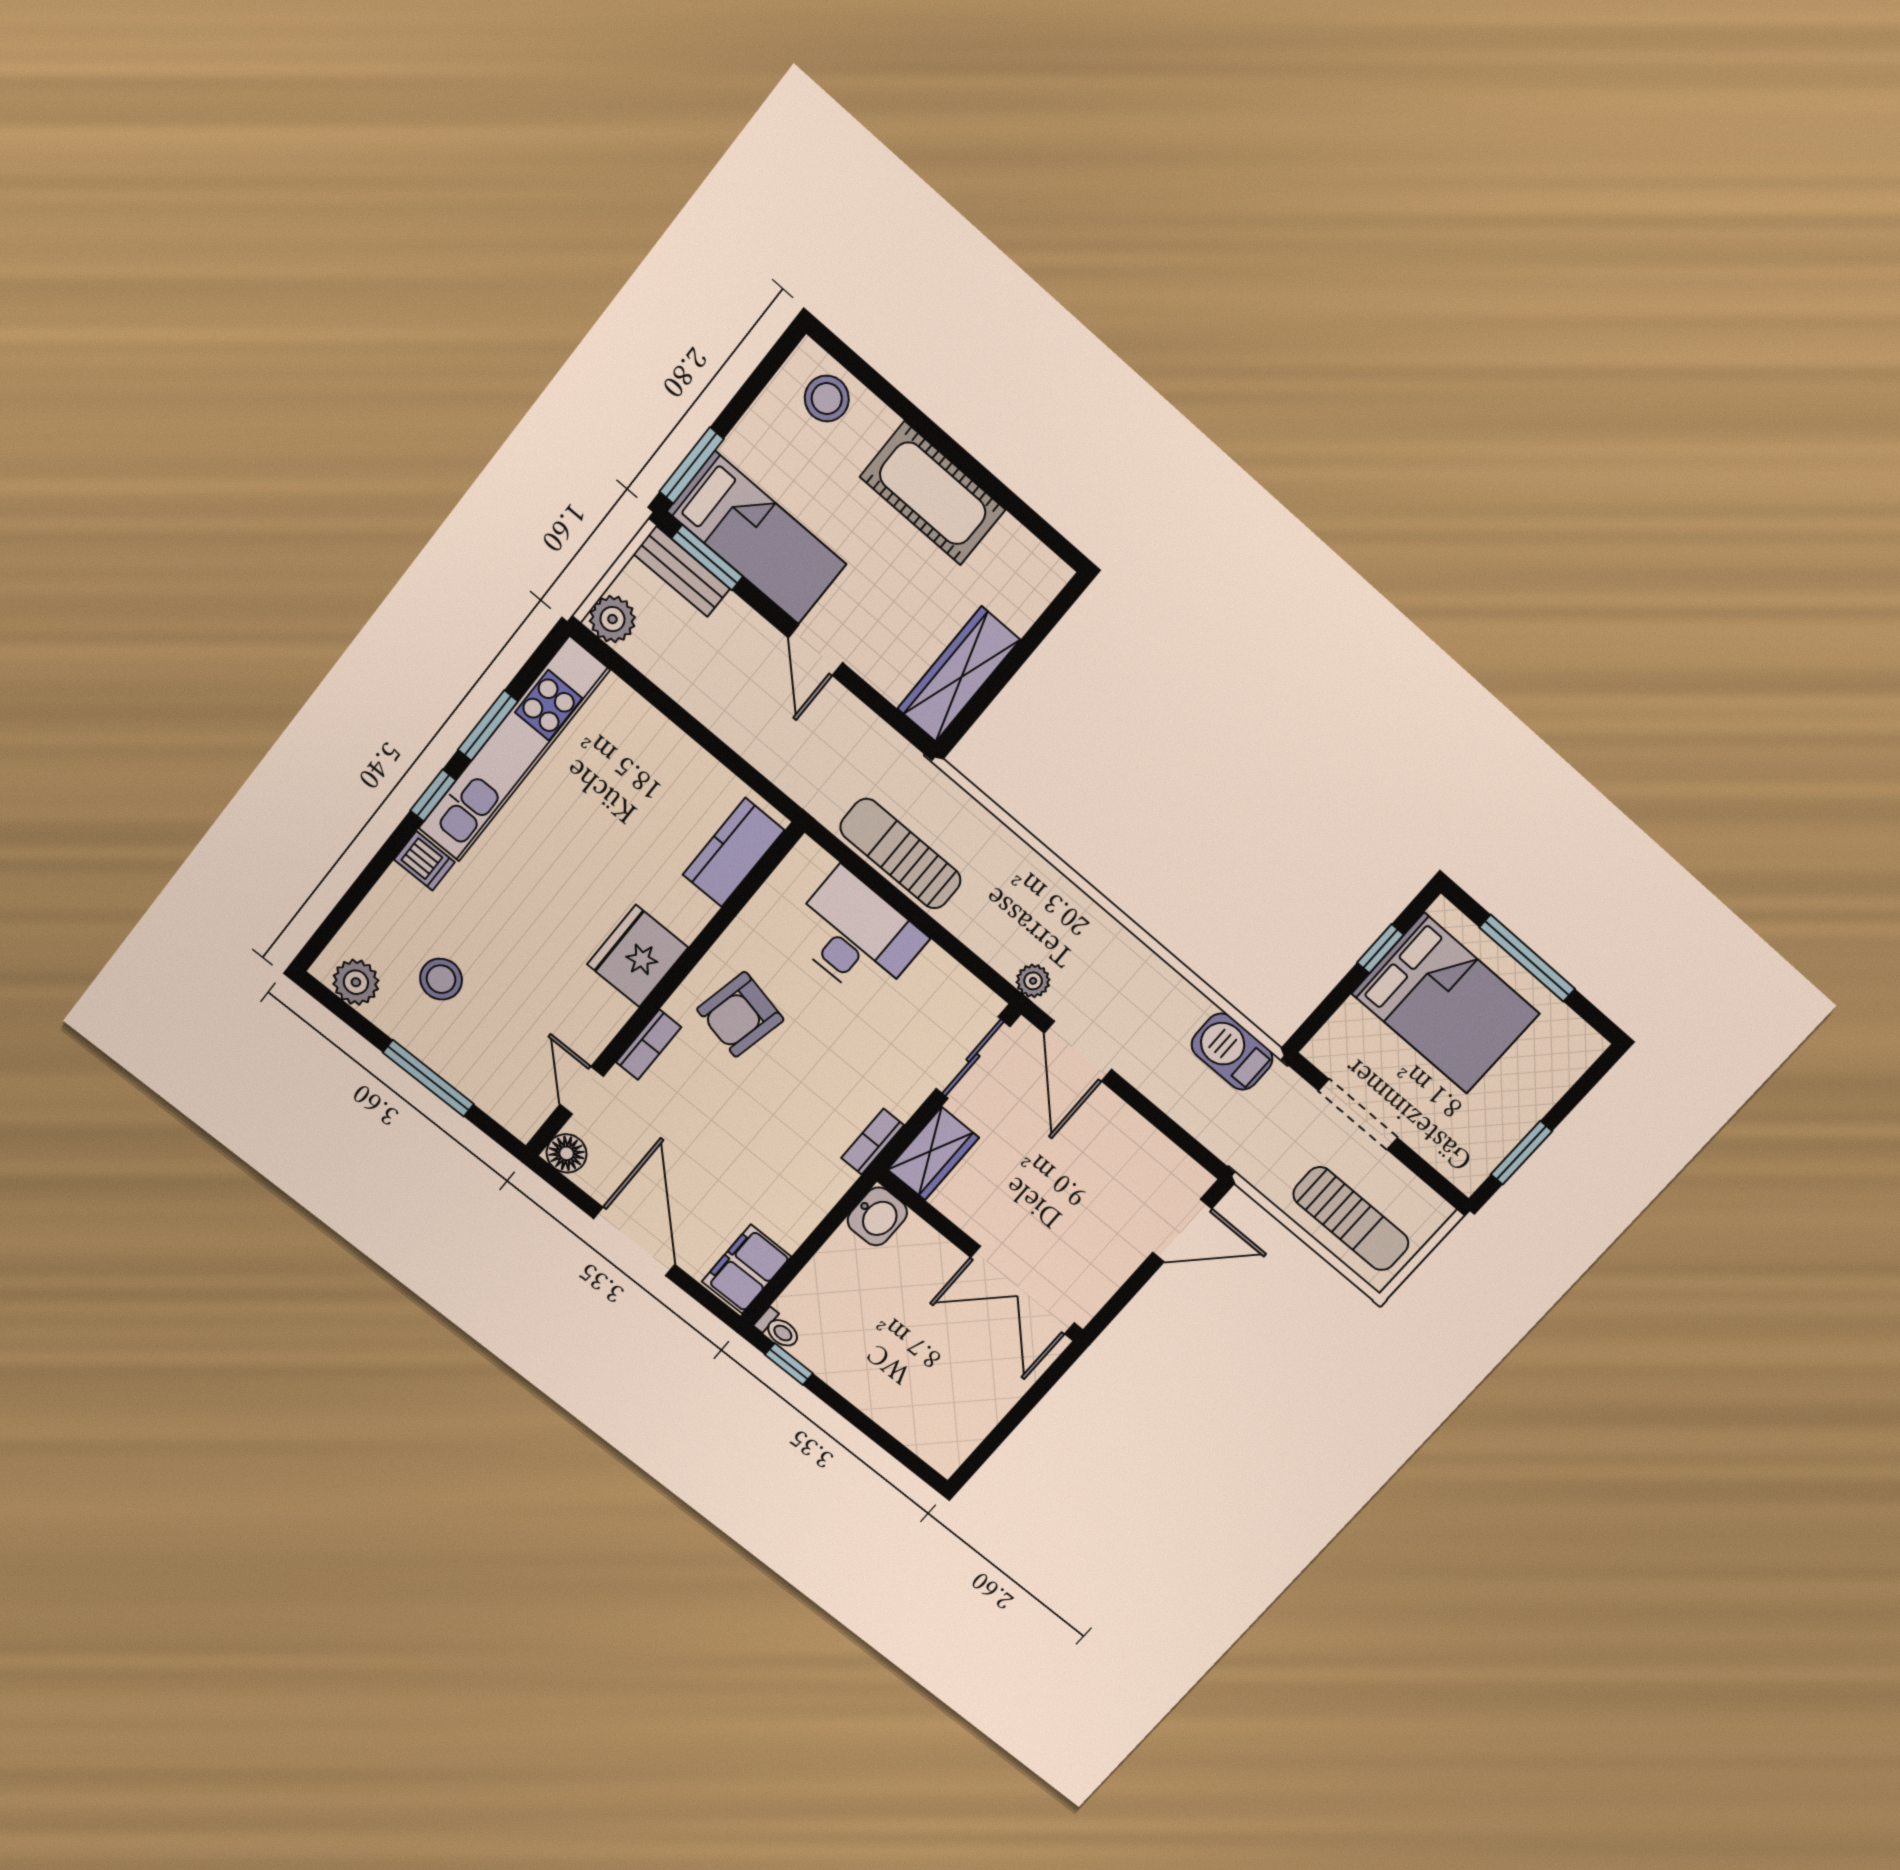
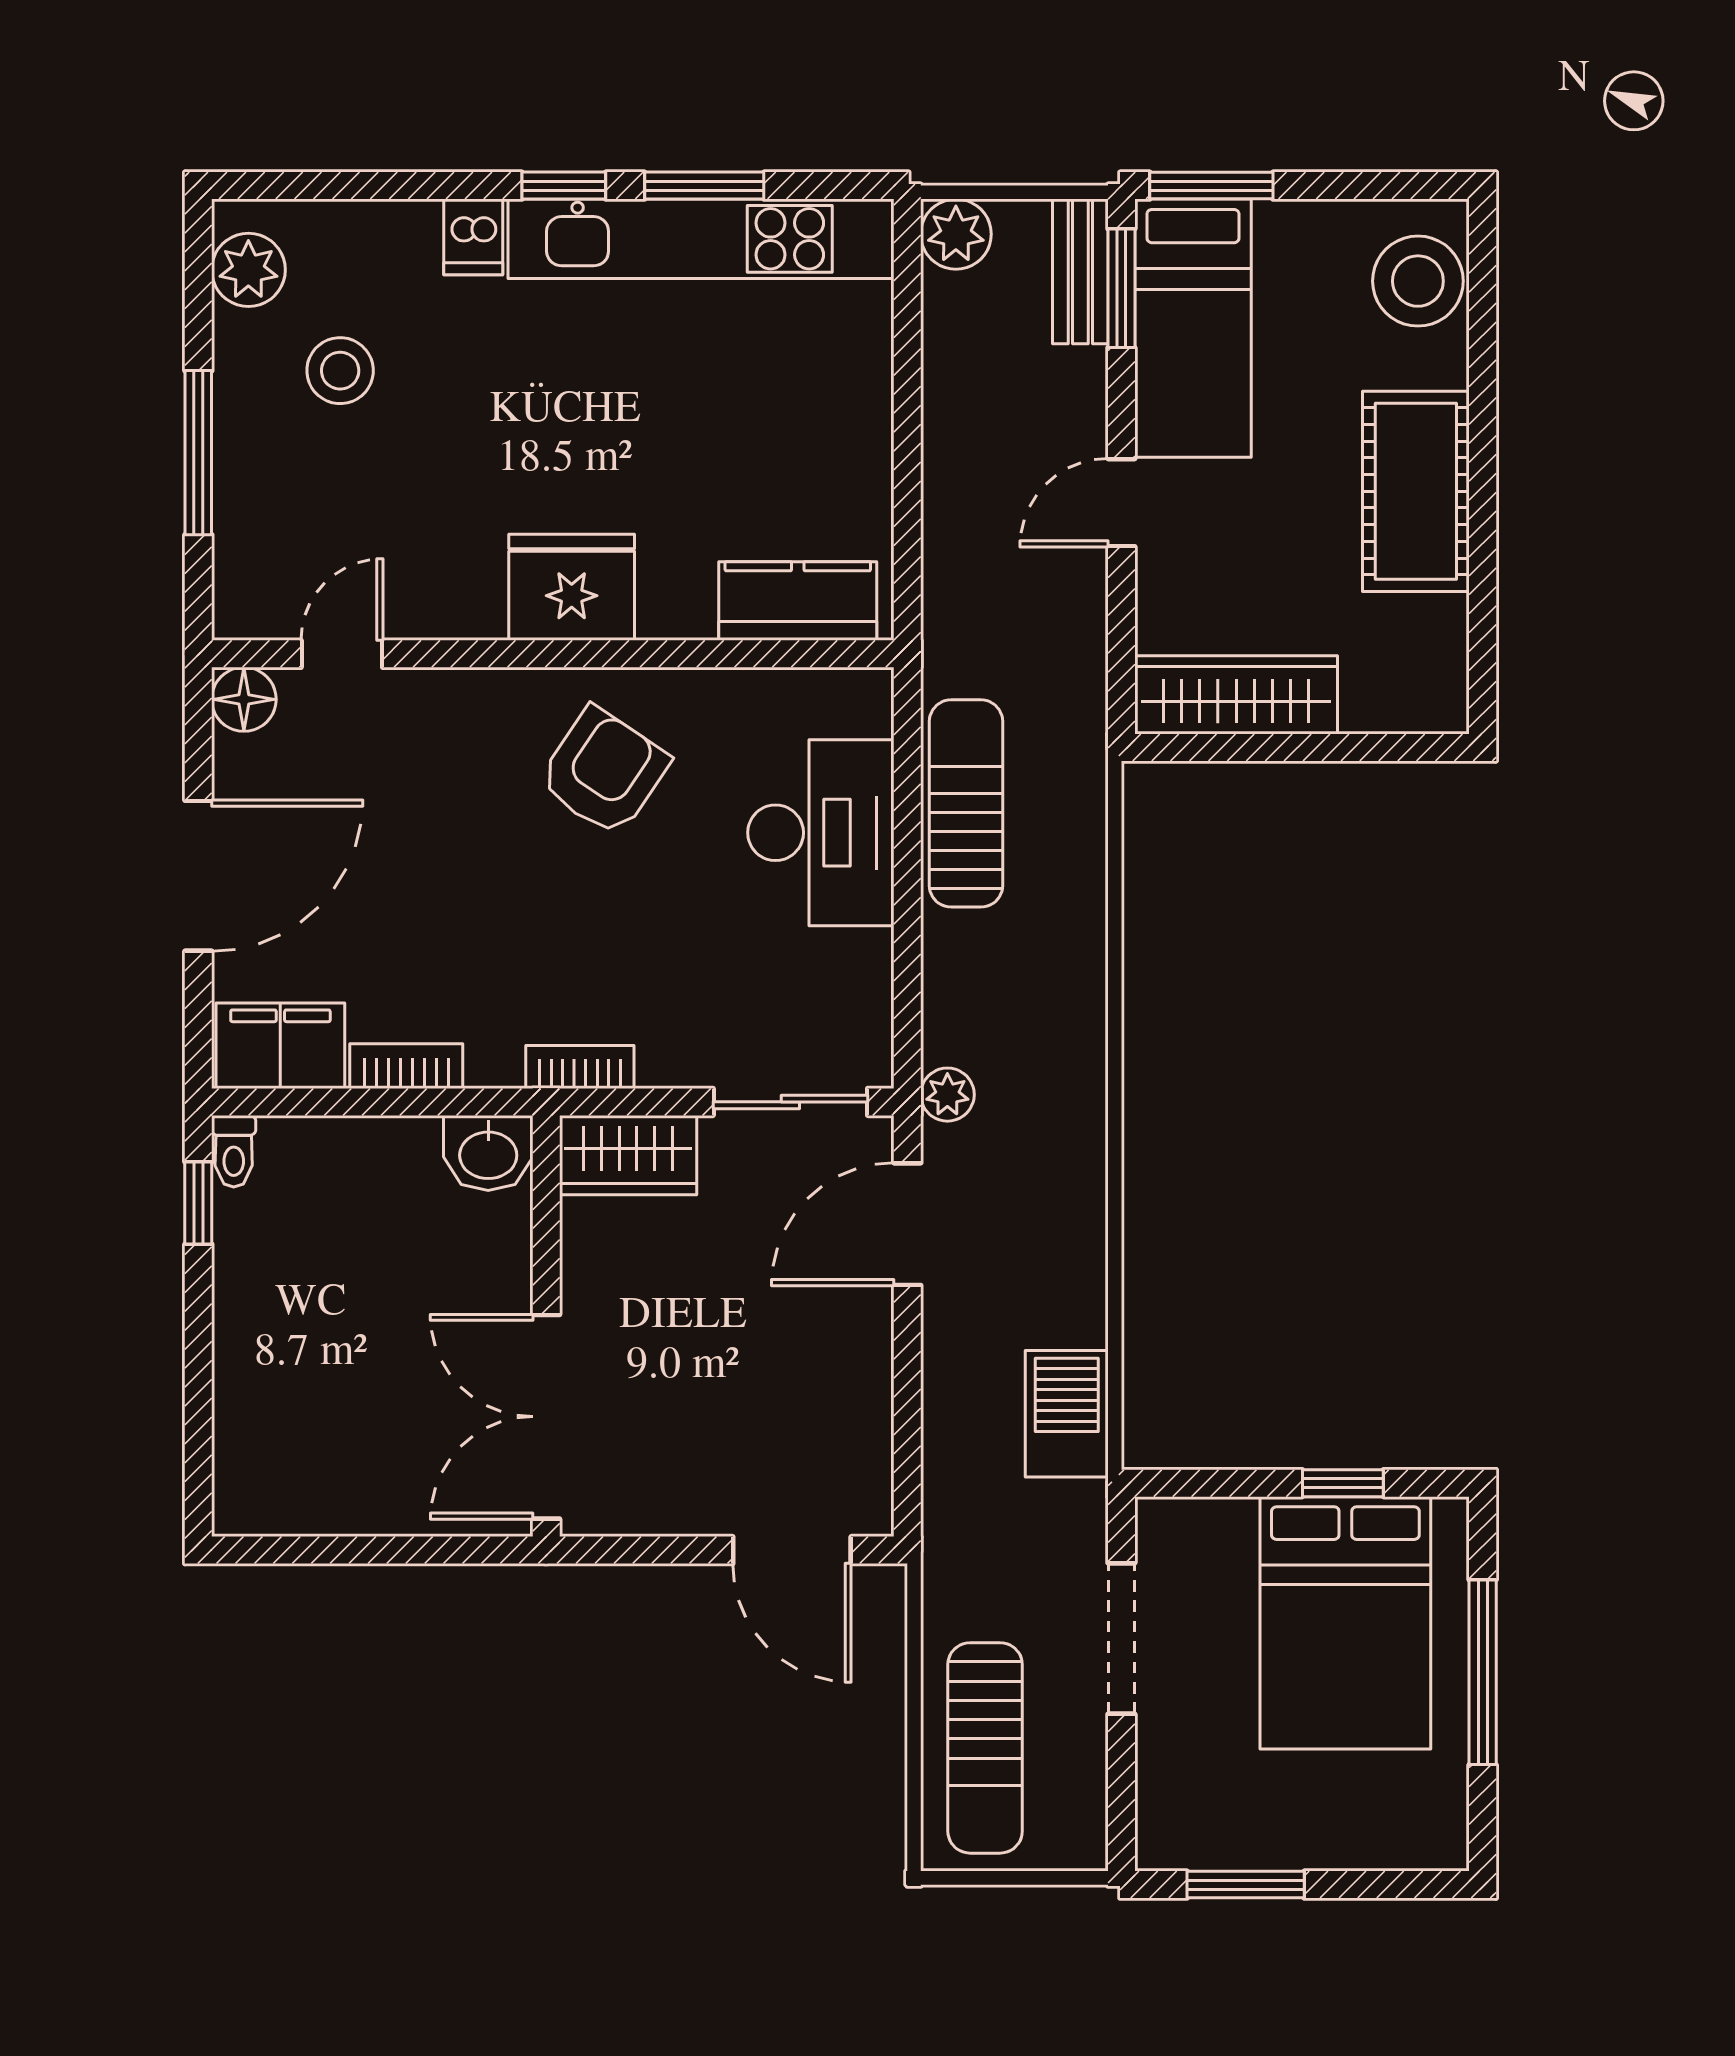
stool: (827, 399) -> (1418, 281), width x1.38, depth x1.38
armchair: (740, 1014) -> (604, 772), turned 112
bookcase: (649, 1045) -> (406, 1066), moved, turned 180

